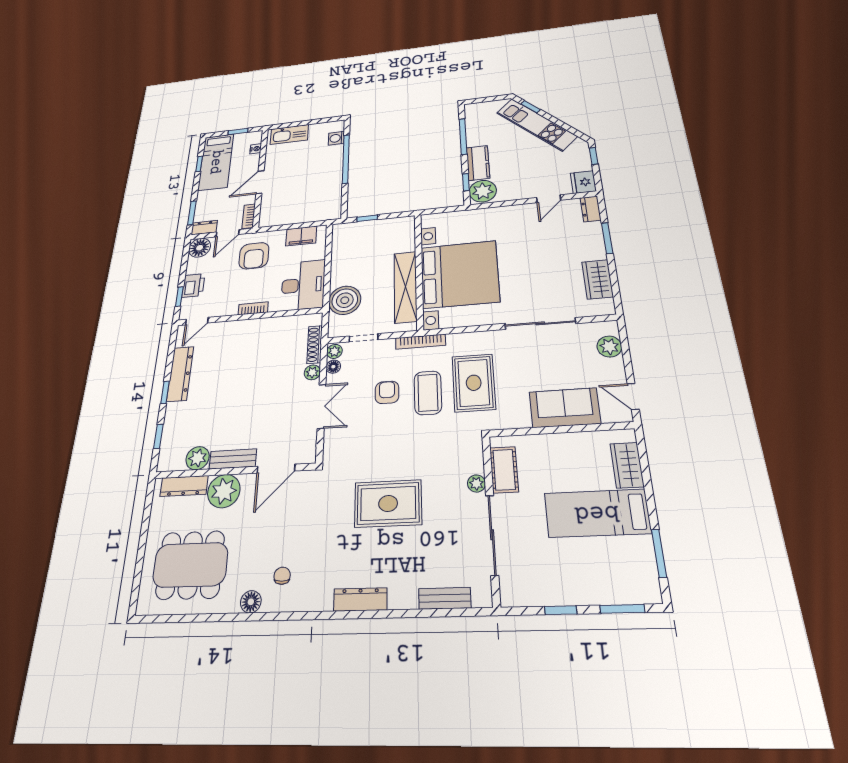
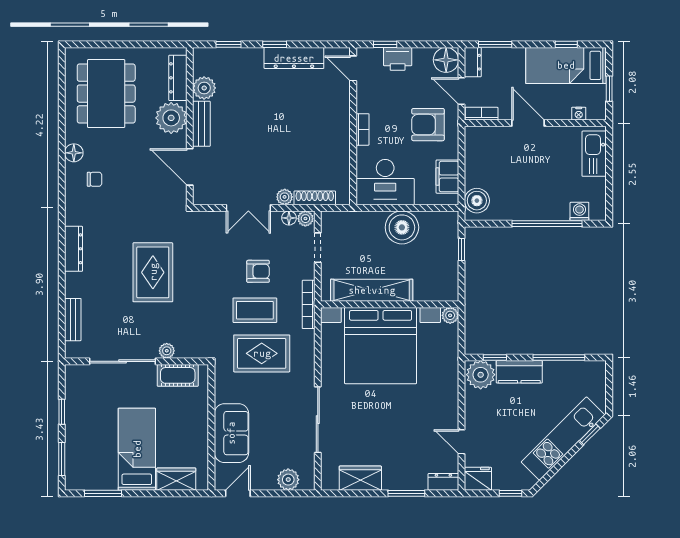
boiler: (324, 211) -> (477, 201), added
plant: (428, 221) -> (450, 315), added
boiler: (345, 300) -> (402, 227), moved

